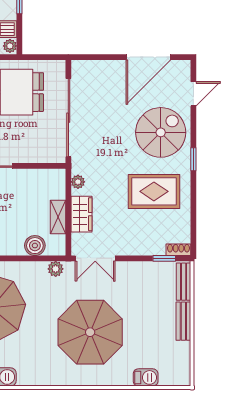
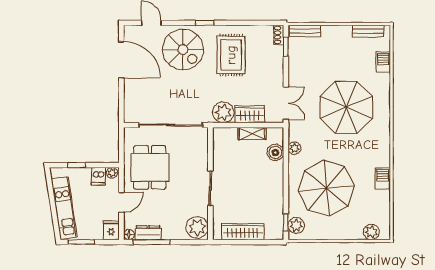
spiral stairs: (161, 132) -> (183, 50), turned 180
plant: (78, 182) -> (223, 112), width x1.88, depth x1.88
plant: (56, 269) -> (294, 148), moved
bench: (183, 321) -> (368, 31), moved

